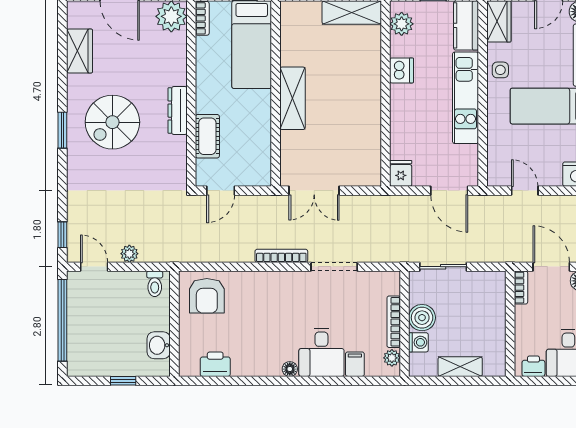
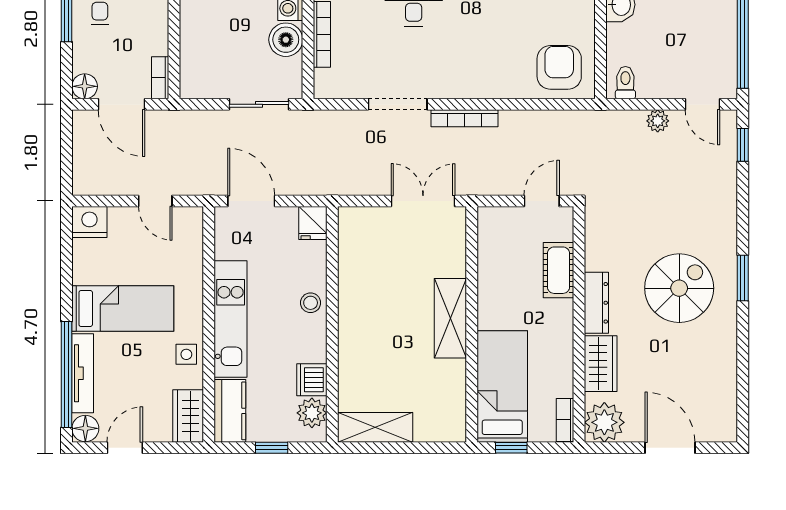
wardrobe: (80, 51) -> (601, 364), moved, turned 180
dishwasher: (402, 70) -> (312, 380), moved
stool: (403, 111) -> (311, 303), added

